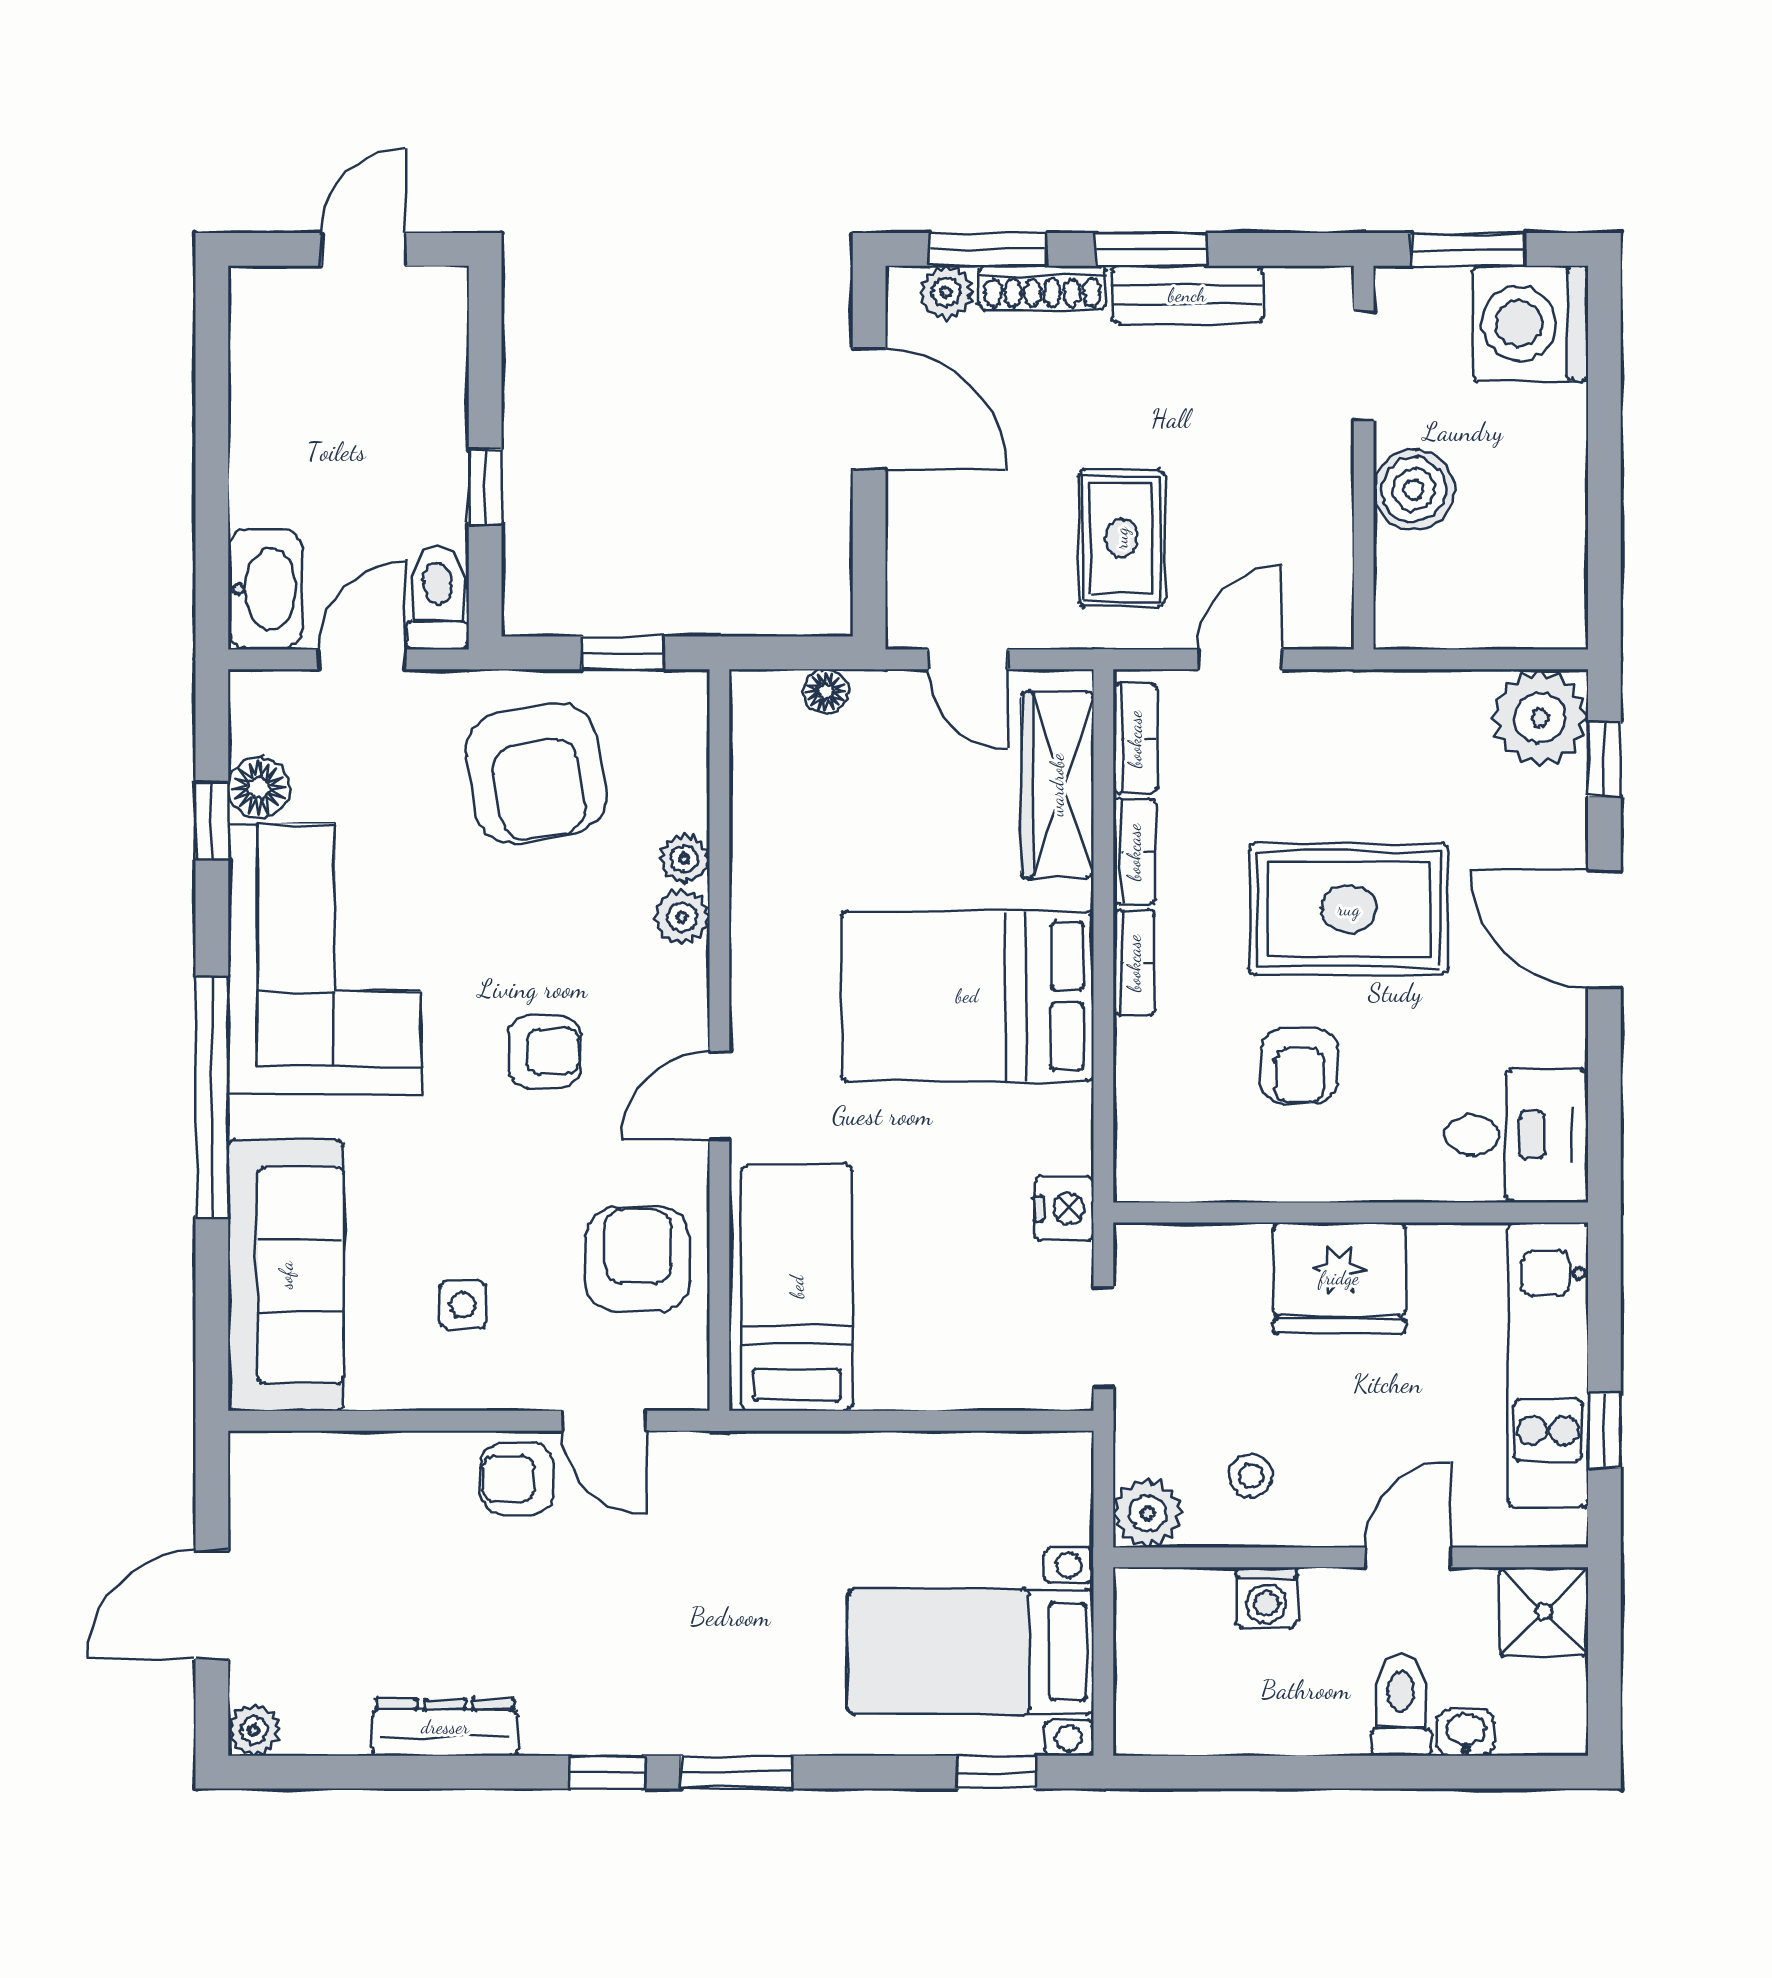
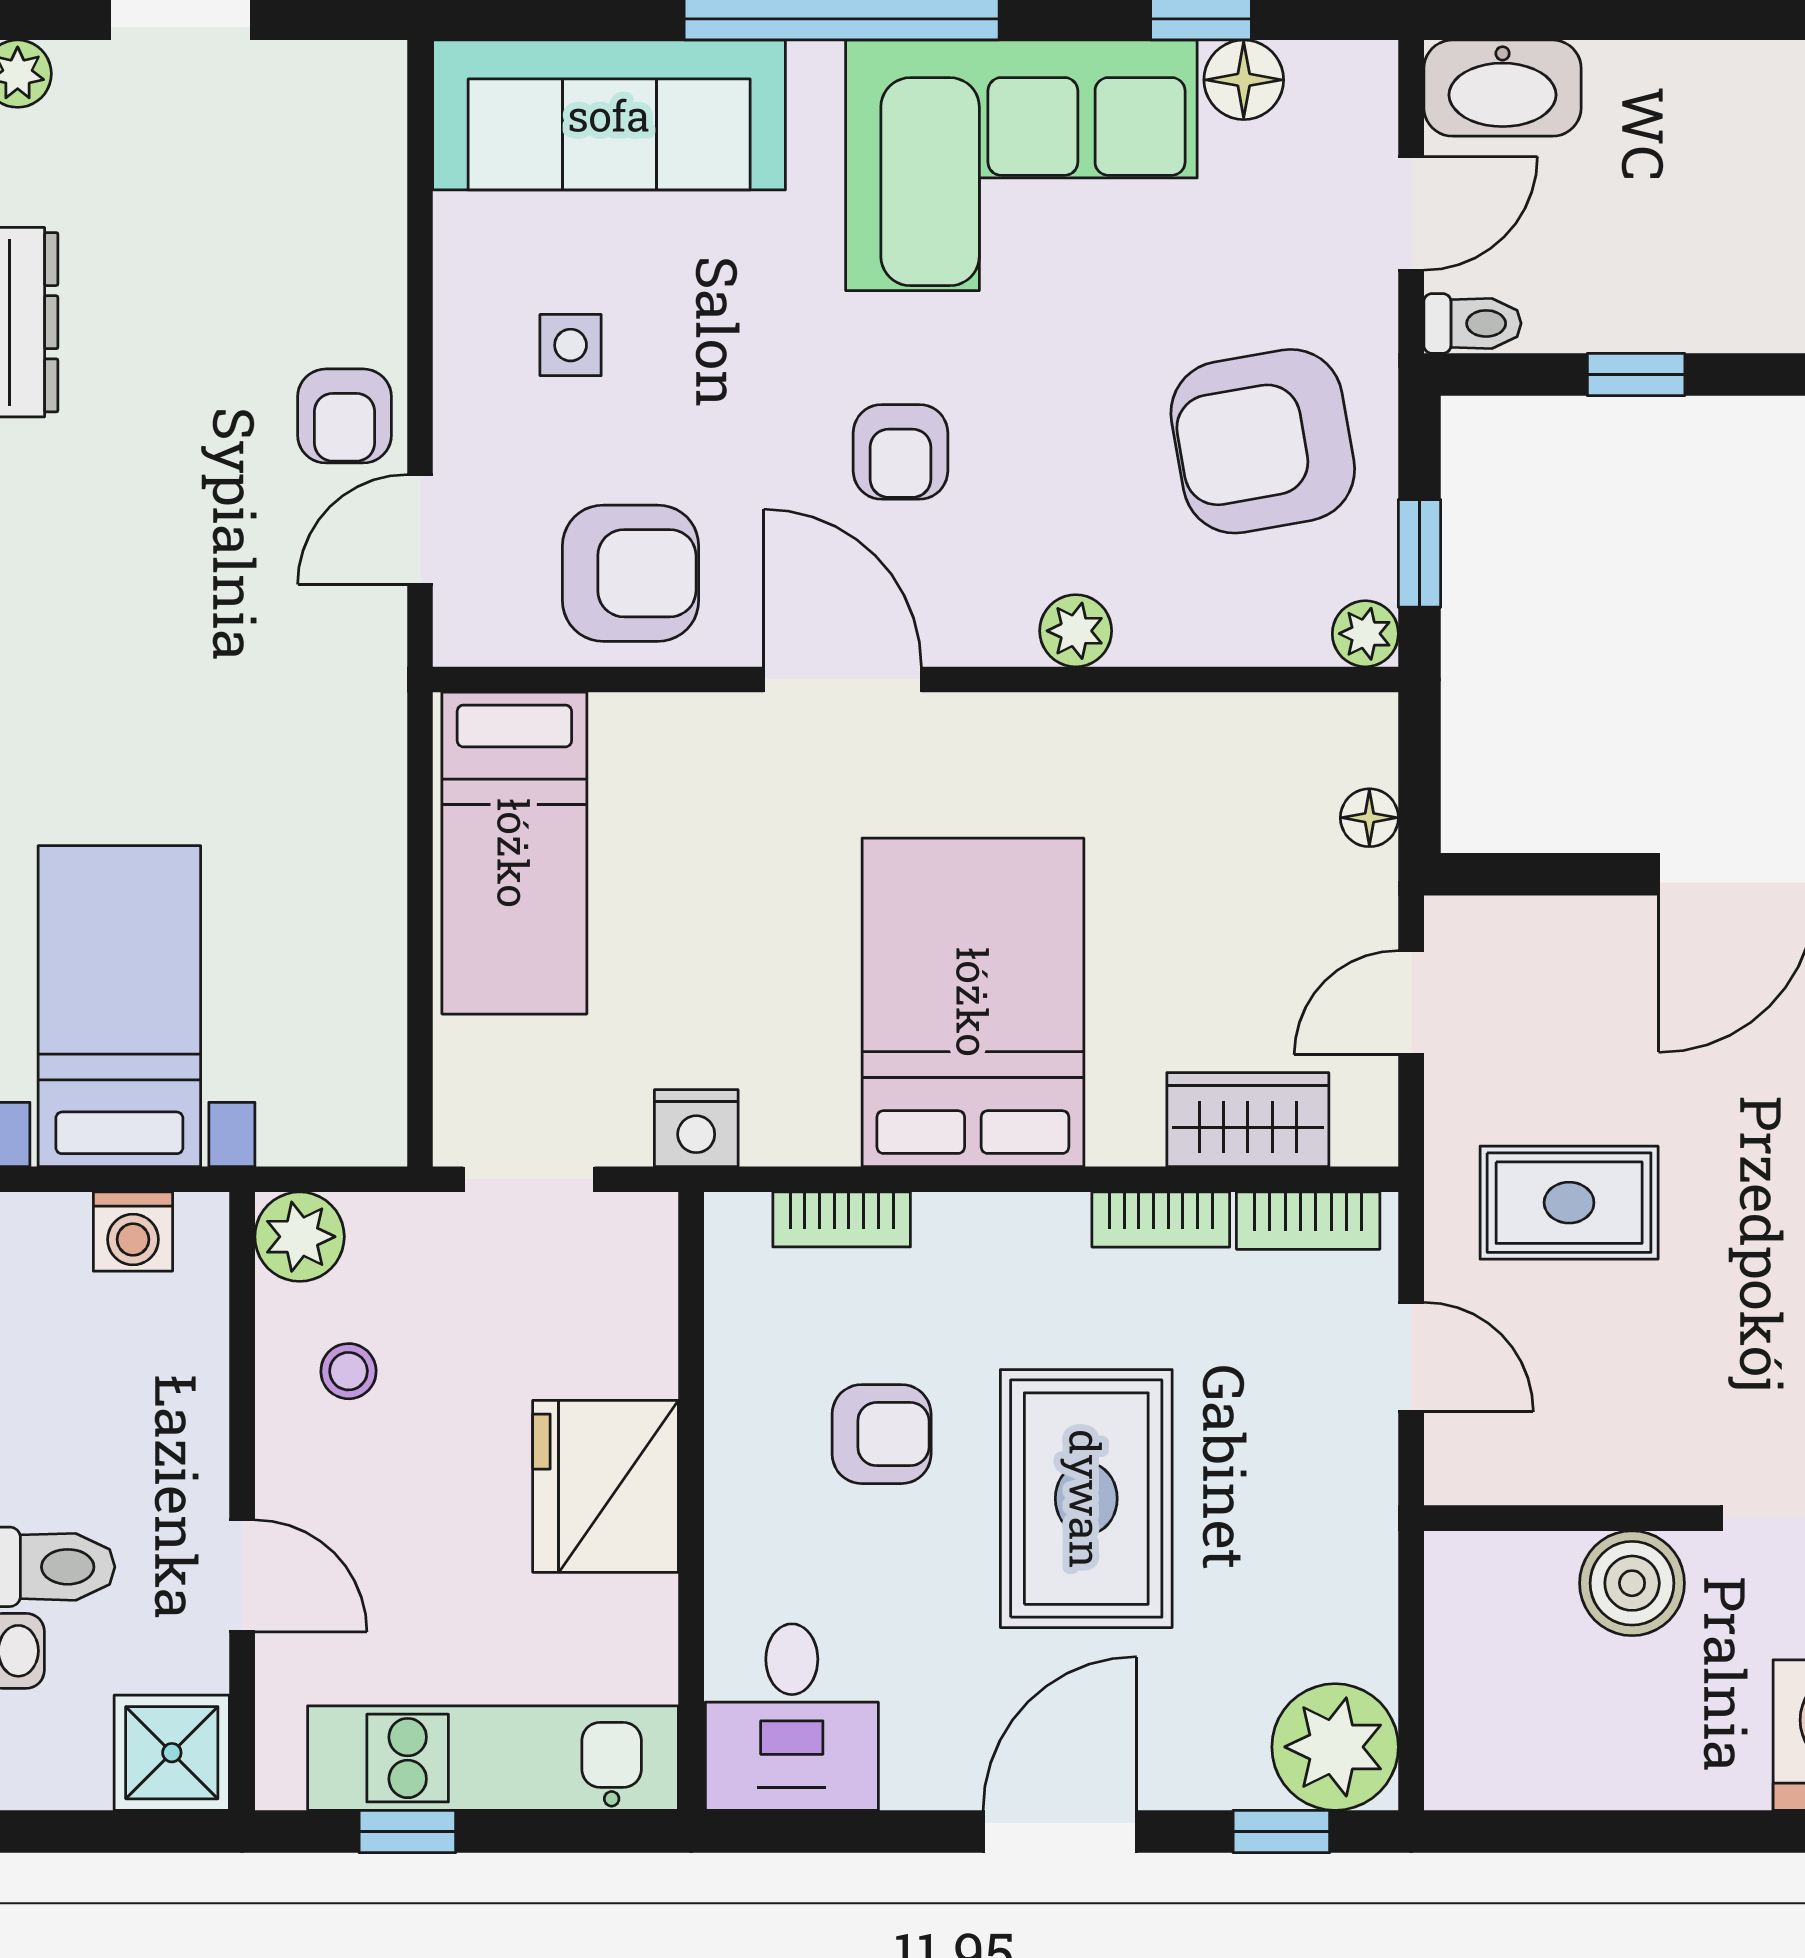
toilet: (437, 598) -> (1472, 323), width x0.73, depth x0.72
door: (361, 659) -> (1411, 213), hinge flipped
wardrobe: (1057, 785) -> (1248, 1120), width x0.67
plant: (684, 859) -> (1365, 634), moved
bookcase: (1134, 963) -> (842, 1219), moved
armchair: (1299, 1066) -> (882, 1434), turned 180
door: (719, 1096) -> (843, 679), width x1.38
bed: (797, 1287) -> (514, 853), moved, turned 90
armchair: (517, 1479) -> (345, 416), turned 180
washing machine: (1266, 1598) -> (133, 1232), moved, turned -90

